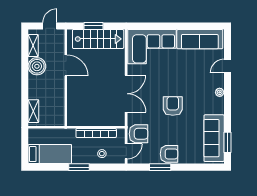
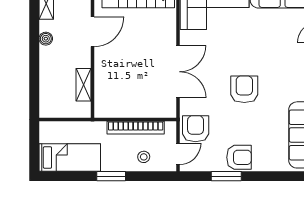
door: (66, 65) -> (92, 32), hinge flipped
boiler: (37, 66) -> (46, 39), width x0.54, depth x0.54
shelving: (33, 111) -> (84, 85), moved
armchair: (138, 134) -> (196, 129), turned -90

